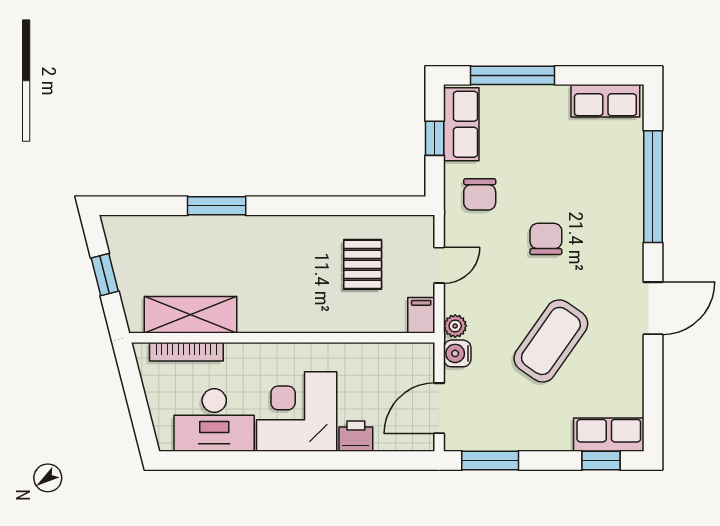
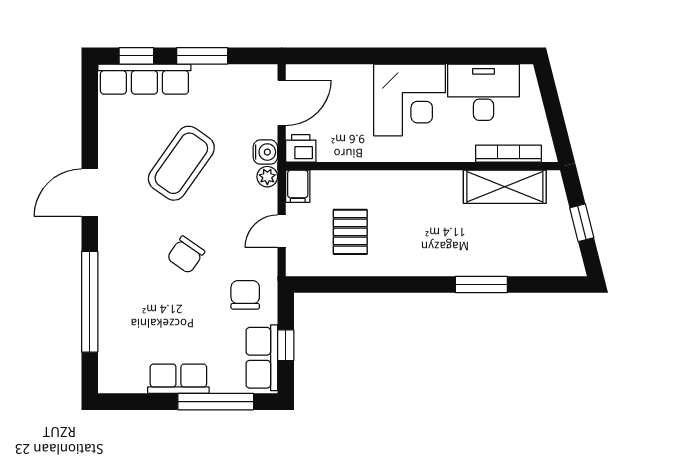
row of seats: (605, 101) -> (178, 379), moved
chair: (546, 239) -> (186, 255), turned 35
row of seats: (609, 435) -> (144, 79), width x1.48
printer: (356, 436) -> (301, 148), moved, turned 180
window: (490, 461) -> (202, 56), moved

